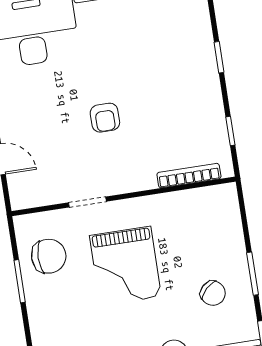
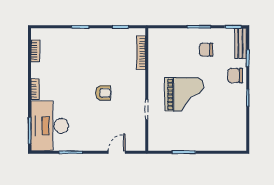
chair: (49, 256) -> (173, 135), removed
chair: (213, 293) -> (206, 50), turned -136

